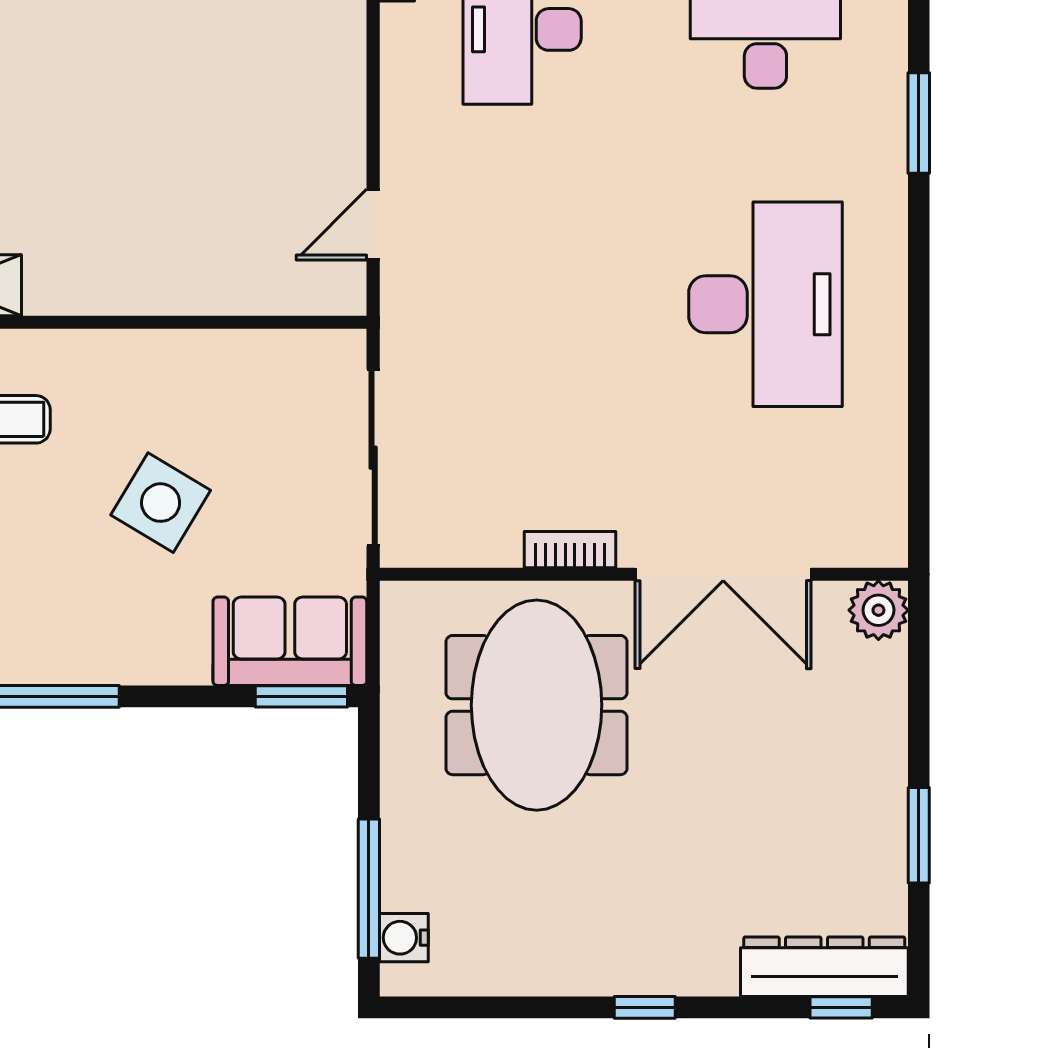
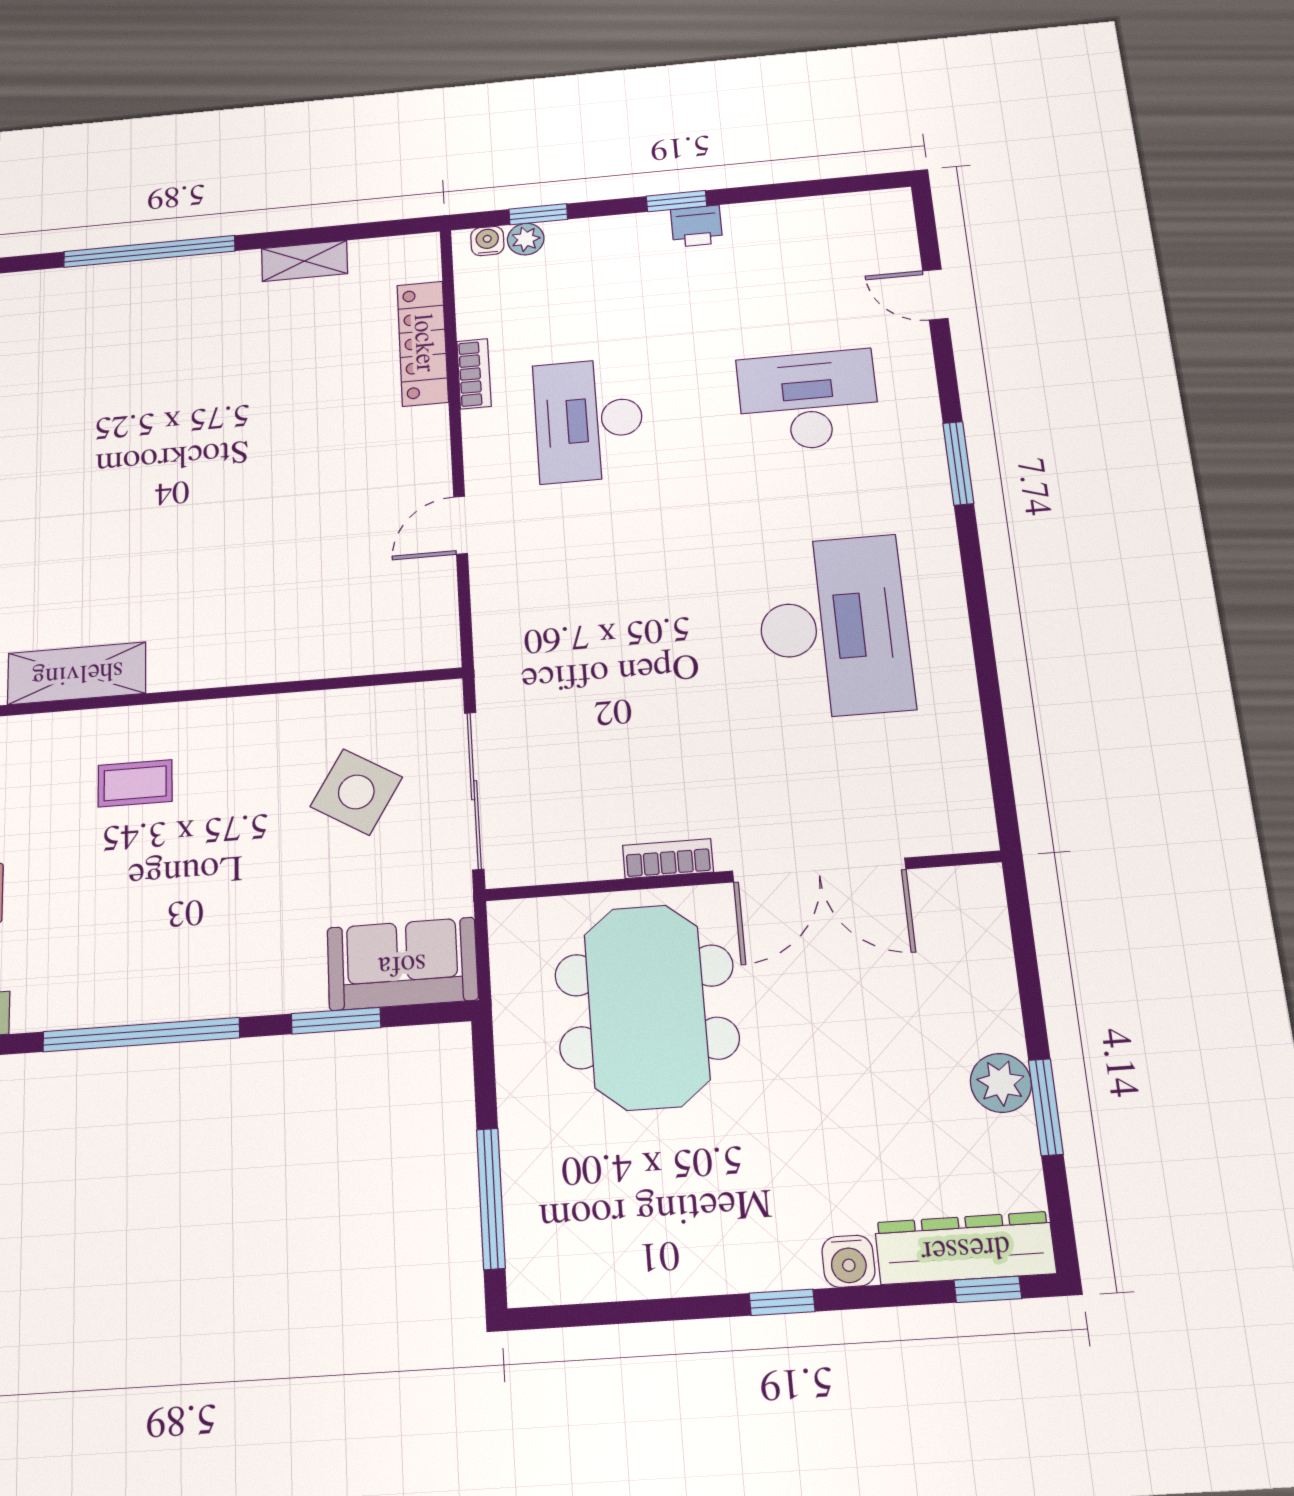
door: (373, 225) -> (461, 525), moved
side table: (161, 503) -> (356, 792), moved
plant: (878, 610) -> (1001, 1083), moved
window: (301, 696) -> (336, 1021), moved
water cooler: (404, 938) -> (848, 1261), moved, turned -90

